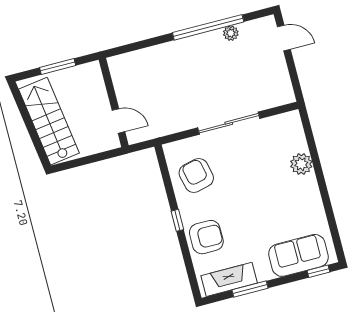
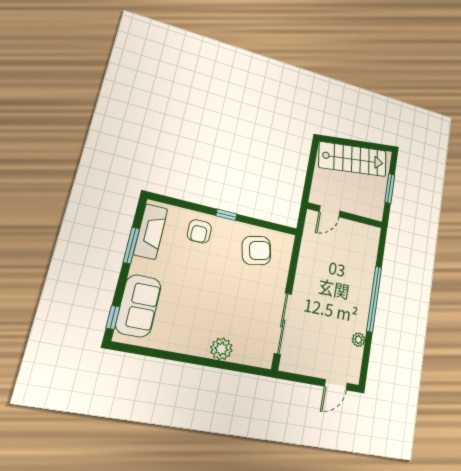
window: (208, 27) -> (374, 299), moved
sliding door: (229, 123) -> (283, 323), moved
armchair: (206, 237) -> (199, 231), width x0.72, depth x0.72

